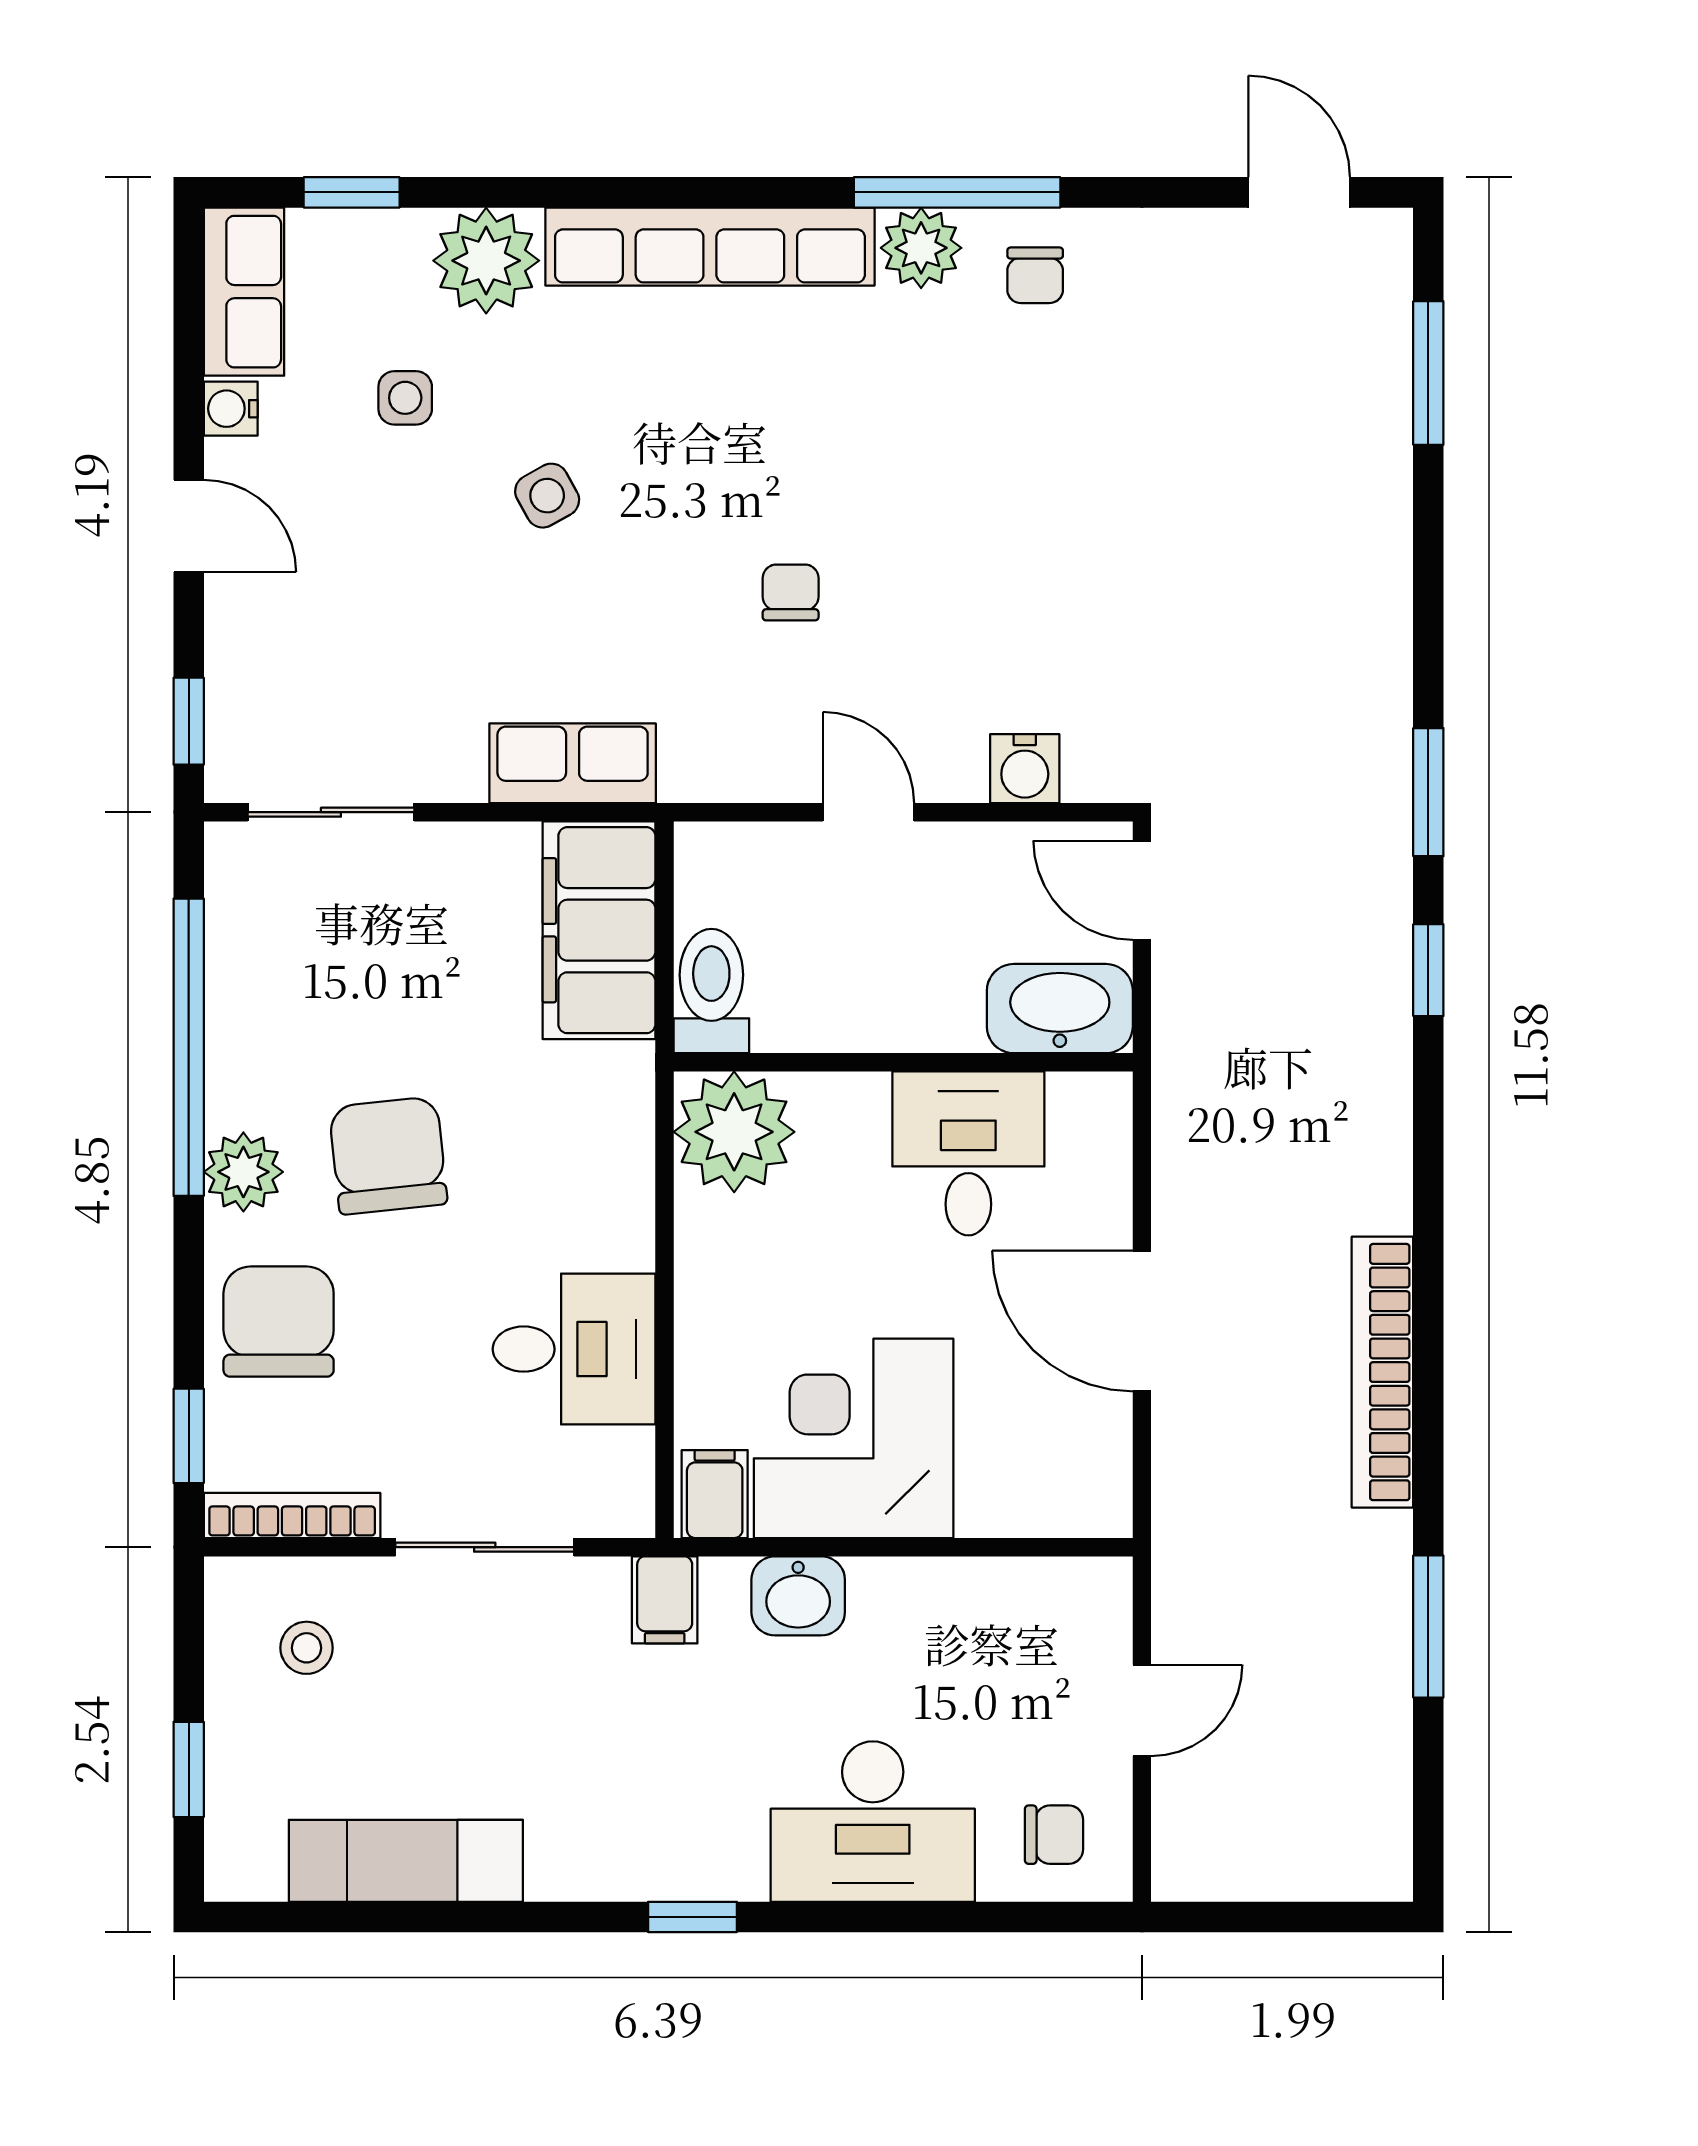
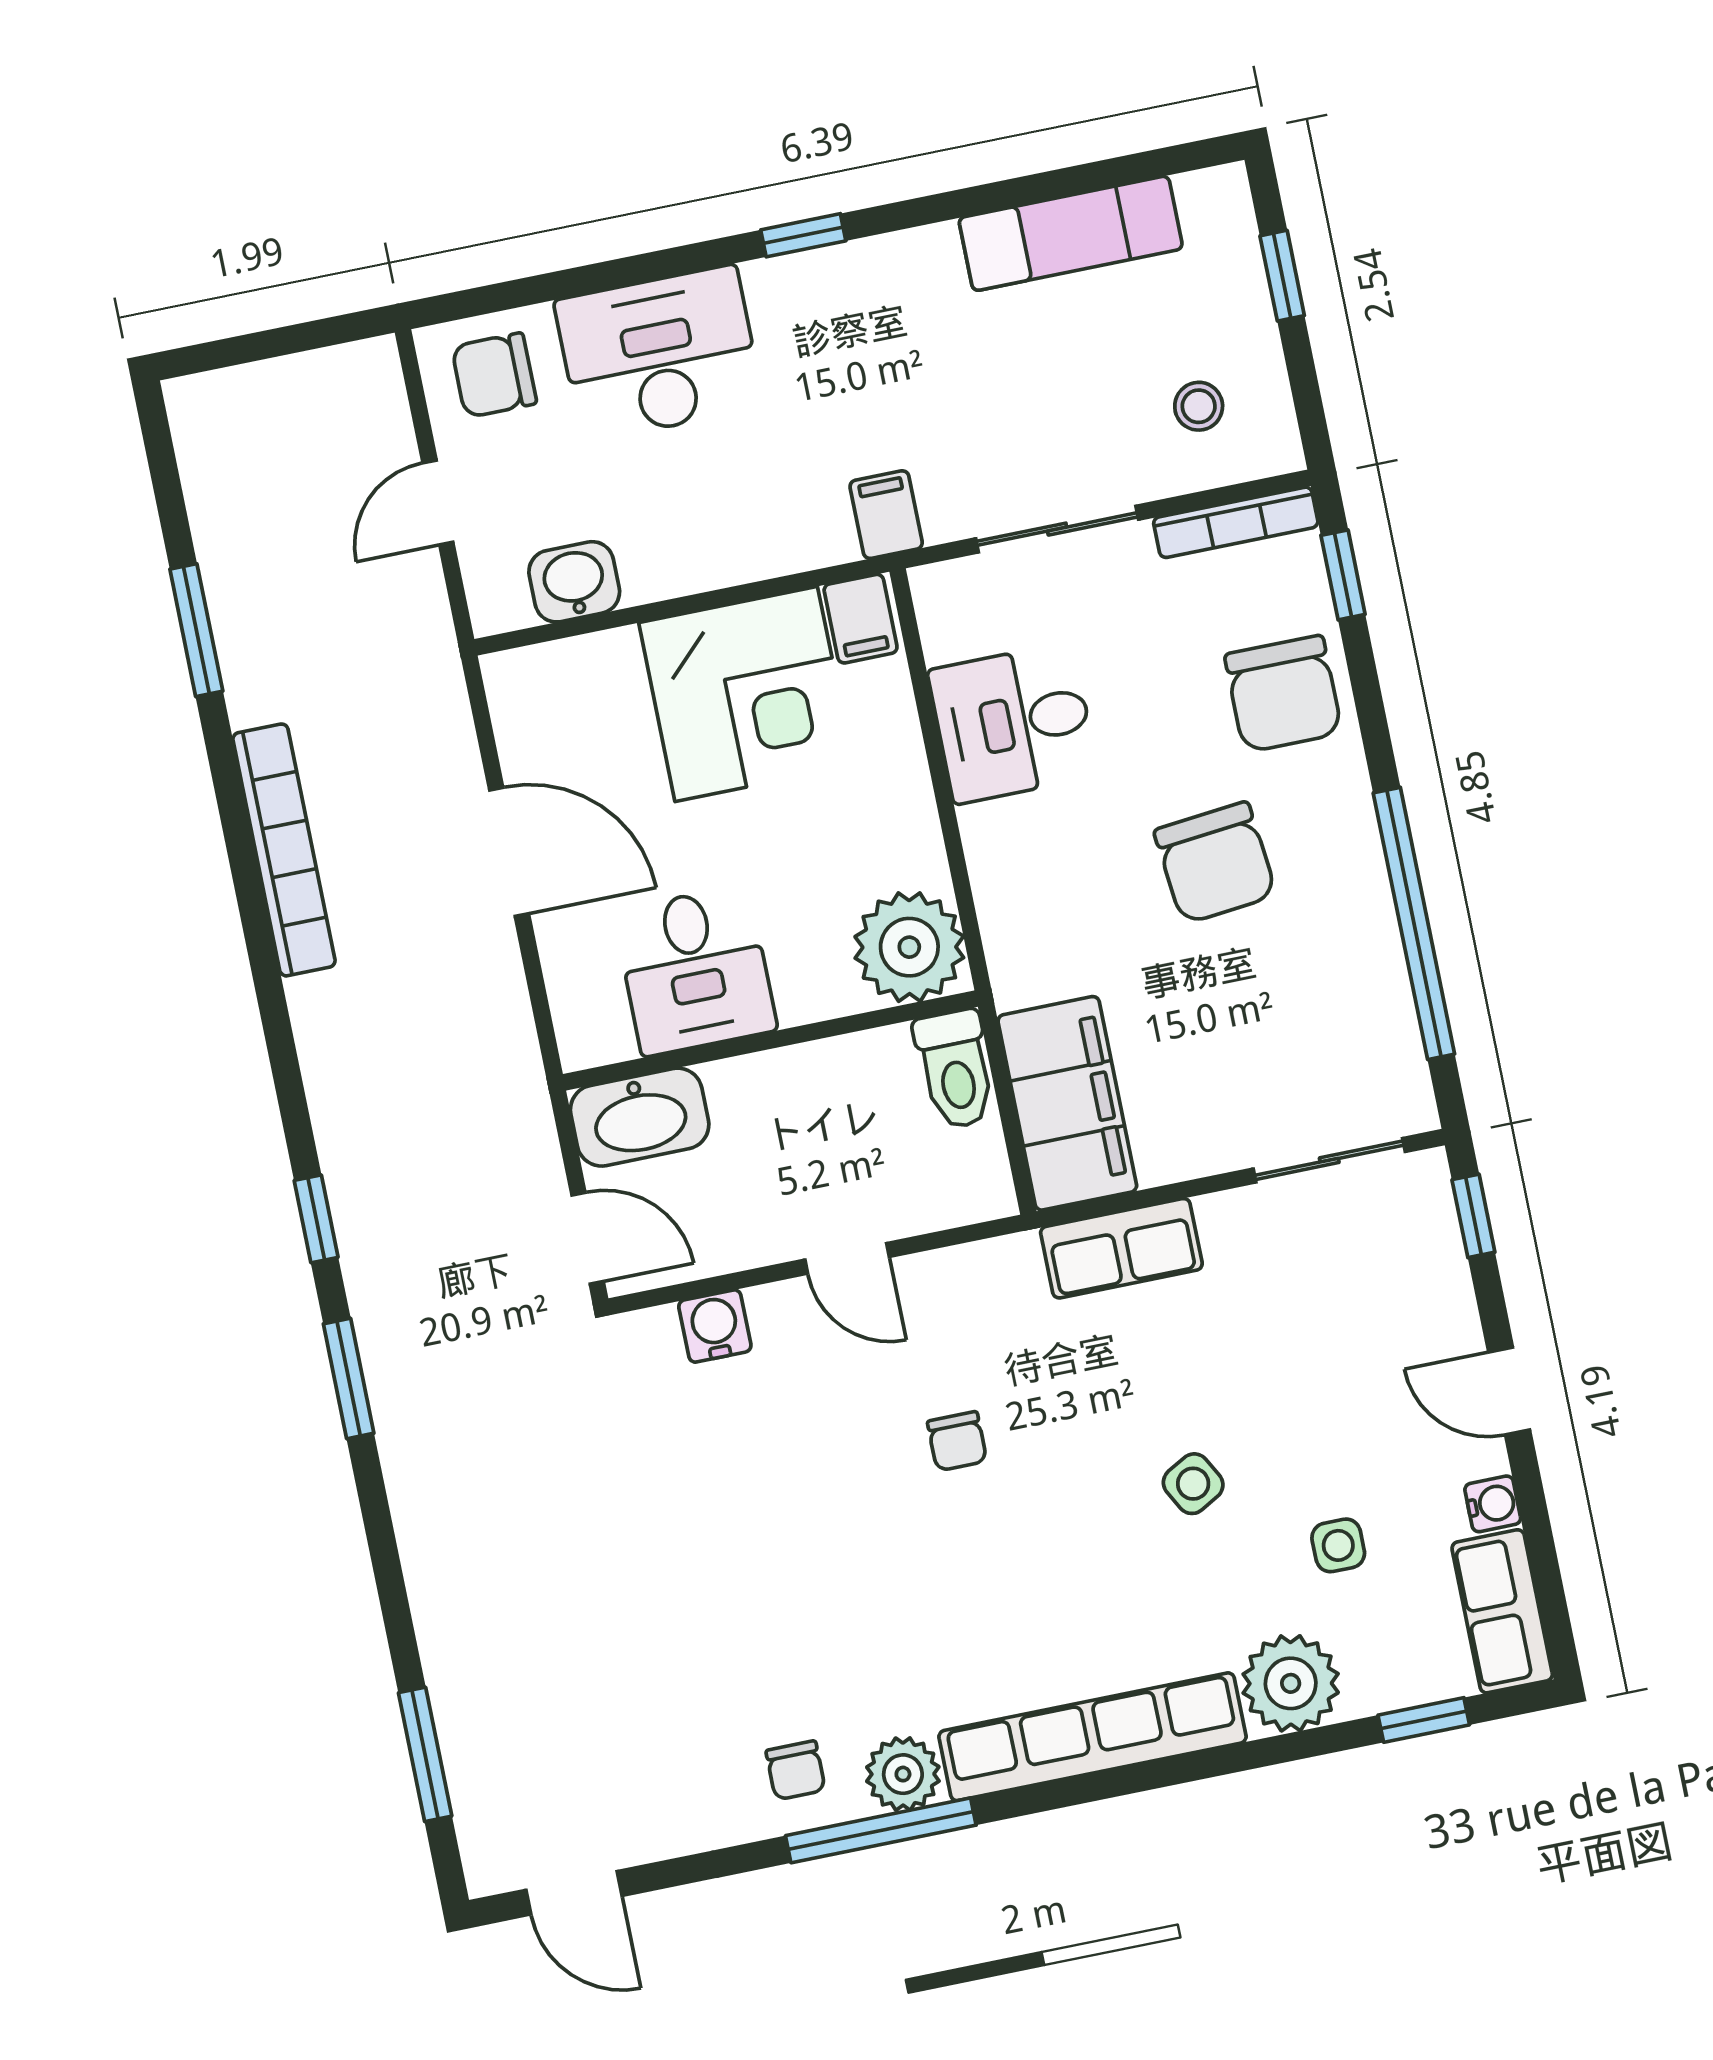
chair: (1035, 275) -> (796, 1770), turned 180
plant: (243, 1172) -> (1342, 822), removed
washbasin: (798, 1596) -> (574, 582), moved
chair: (1054, 1835) -> (494, 375), width x1.37, depth x1.37

